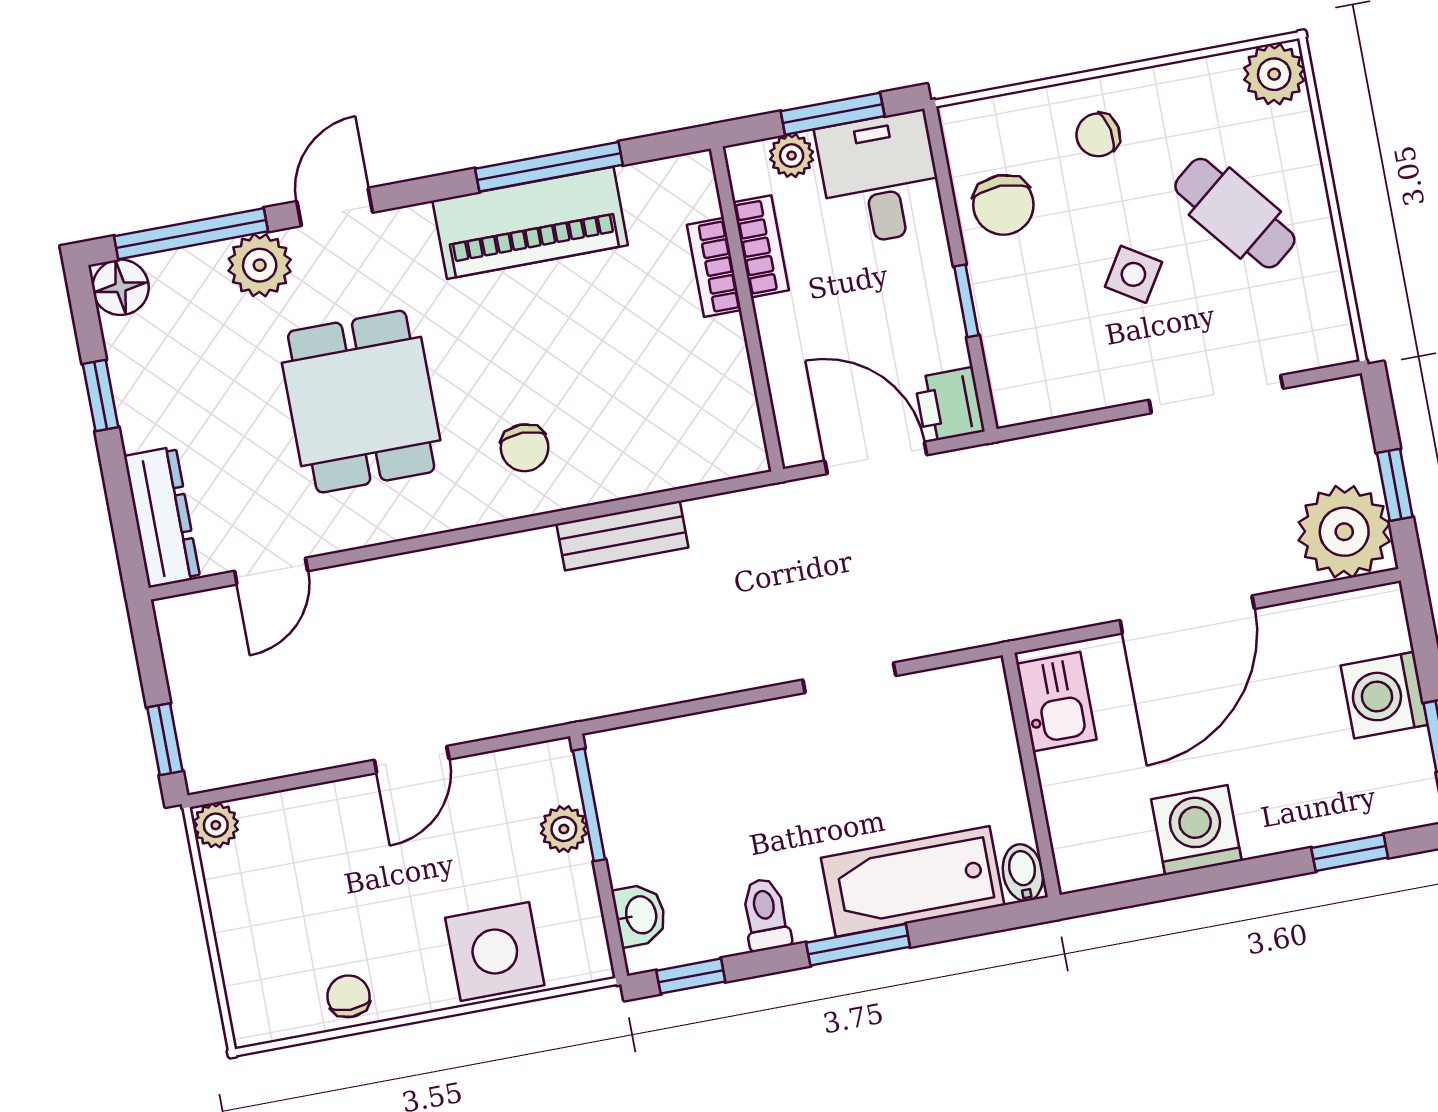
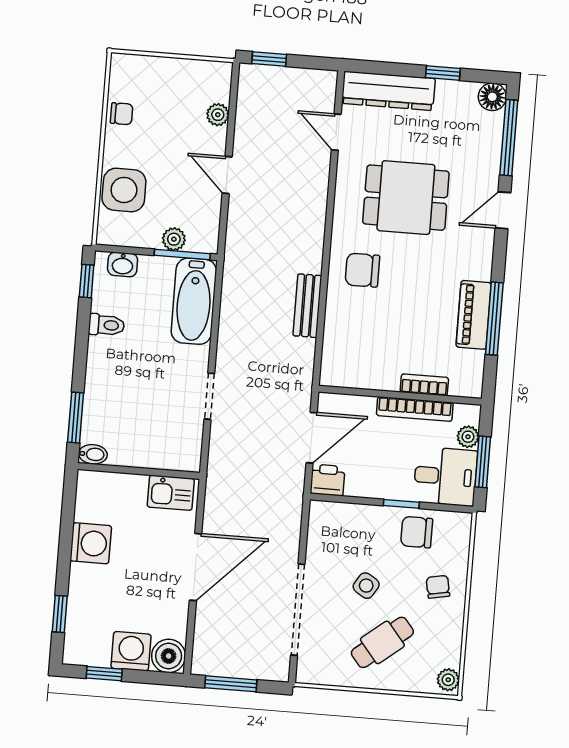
plant: (1274, 74) -> (448, 680), width x0.73, depth x0.73
door: (335, 207) -> (503, 210), swing flipped
piano: (530, 223) -> (474, 315), width x0.73, depth x0.75
bookcase: (761, 246) -> (415, 409), width x1.56
plant: (260, 265) -> (485, 167), removed
window: (966, 301) -> (401, 504), moved
doorway: (1216, 394) -> (298, 610), width x1.36
chair: (525, 448) -> (362, 270), width x1.37, depth x1.37
window: (1395, 485) -> (231, 684), width x1.50
dresser: (162, 517) -> (388, 91), width x1.37, depth x1.24
plant: (1344, 532) -> (215, 653), removed
door: (1187, 615) -> (196, 567), swing flipped
boiler: (1374, 620) -> (169, 656), added
plant: (216, 825) -> (218, 115), moved
bathtub: (913, 881) -> (194, 301), moved, turned 180
window: (858, 945) -> (76, 418), moved

